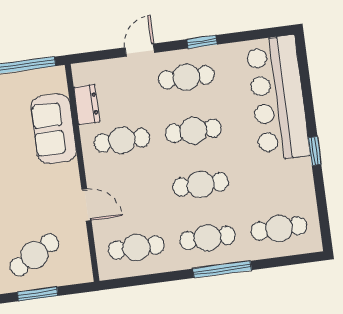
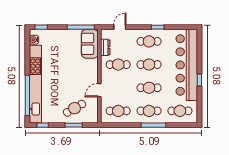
door: (140, 50) -> (120, 27), moved
bar counter: (278, 98) -> (187, 65), width x1.36
sofa: (54, 129) -> (90, 44), moved
door: (86, 205) -> (99, 90), swing flipped

